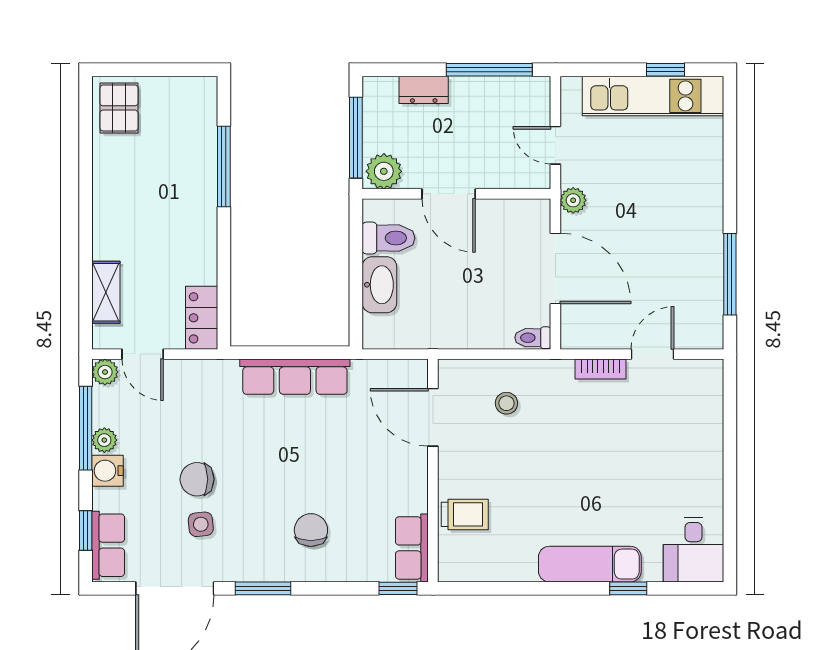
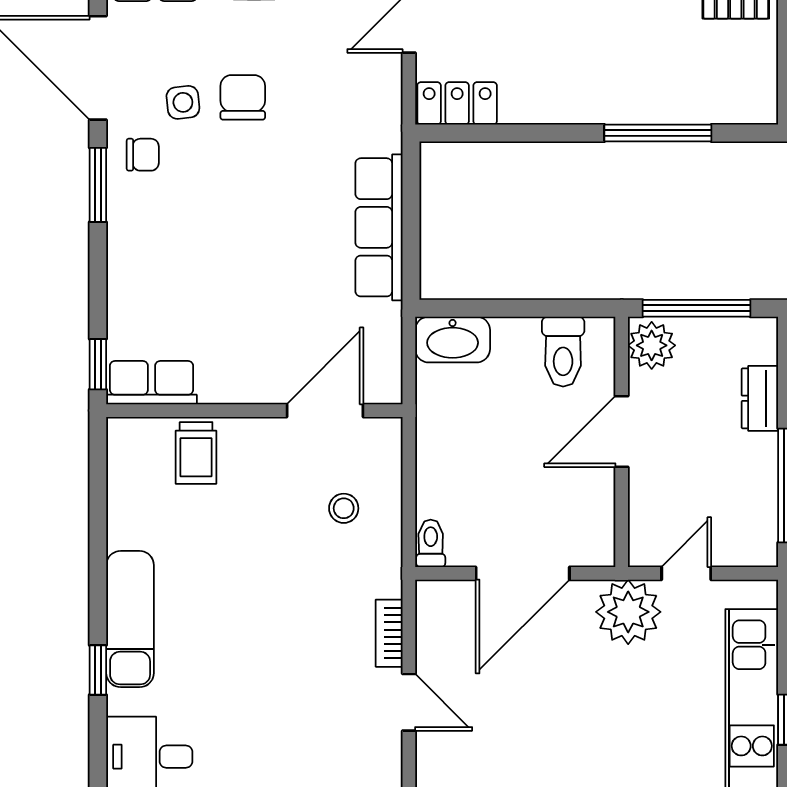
plant: (573, 200) -> (628, 612), width x1.87, depth x1.87
washbasin: (379, 285) -> (453, 340), moved
chair: (311, 530) -> (143, 155), moved, width x0.73, depth x0.73

